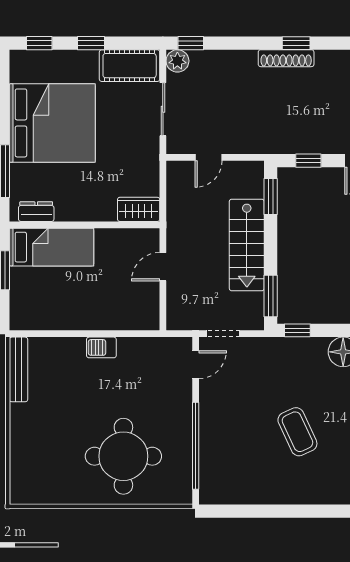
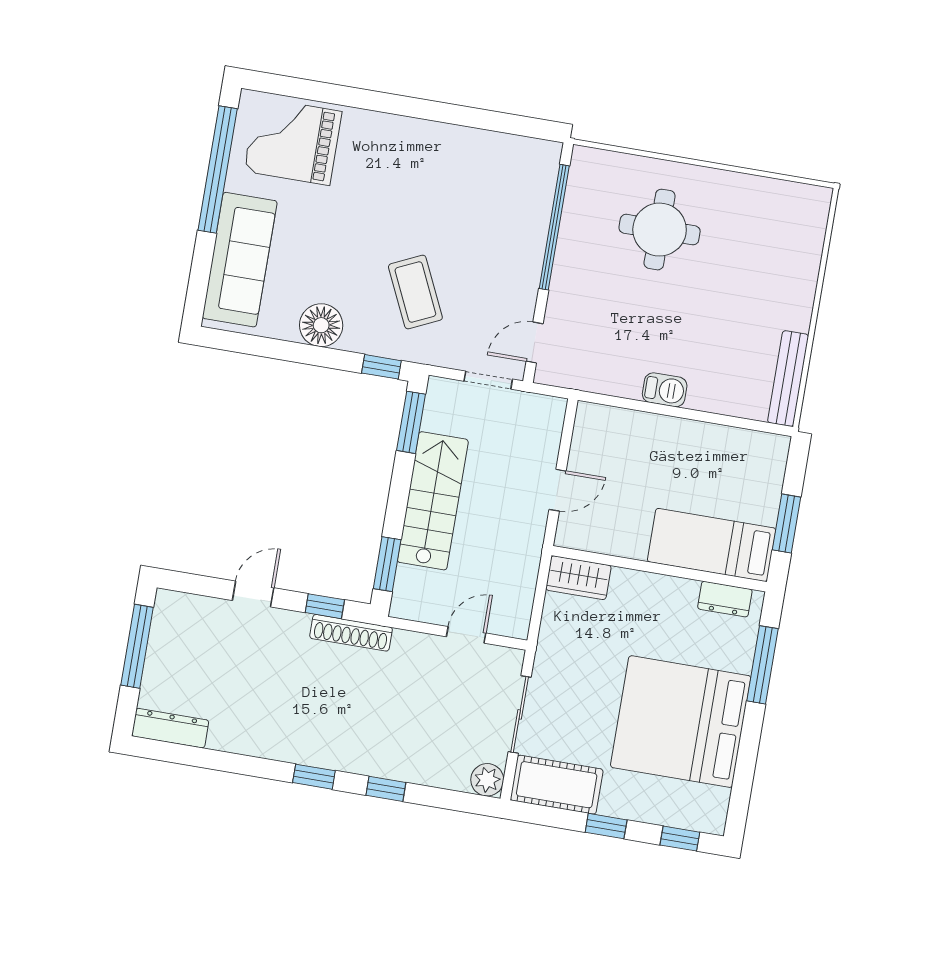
window: (191, 43) -> (386, 789), moved
shoe rack: (286, 58) -> (351, 633), moved, turned 180
coffee table: (297, 432) -> (415, 292), moved
round table: (123, 456) -> (660, 230), width x0.73, depth x0.73

